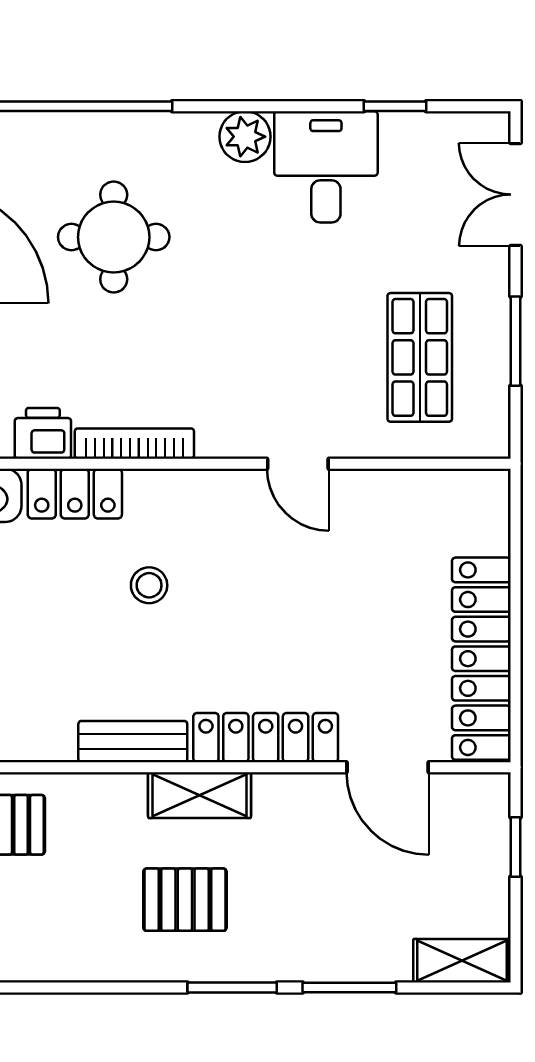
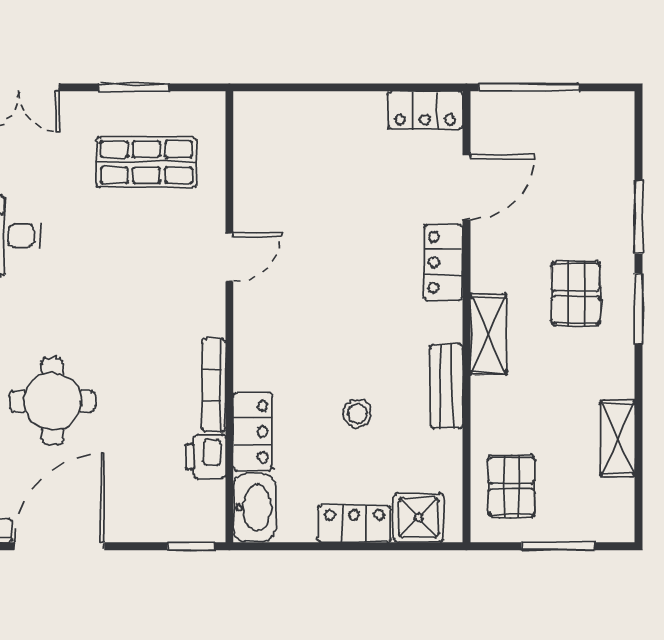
stool: (149, 585) -> (357, 414), moved
locker: (481, 659) -> (425, 110), width x0.46, depth x0.83
locker: (266, 738) -> (443, 262), width x0.66
window: (516, 847) -> (529, 87), width x2.17
pallet: (185, 900) -> (576, 293), moved
shelving: (462, 961) -> (618, 438), moved

